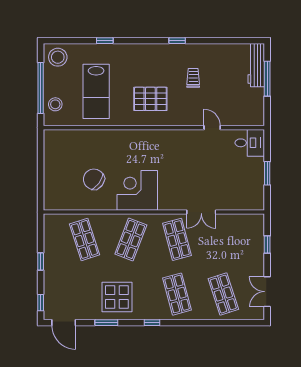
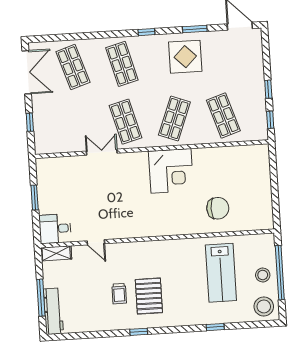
lab bench: (96, 91) -> (221, 273), turned 180
pallet: (150, 99) -> (149, 296), moved, turned 90
stool: (55, 104) -> (263, 275), moved
shelving: (250, 120) -> (56, 253), added
chair: (94, 179) -> (218, 208), moved, turned -36
double door: (267, 292) -> (27, 72), width x1.37
window: (41, 303) -> (270, 120), moved

